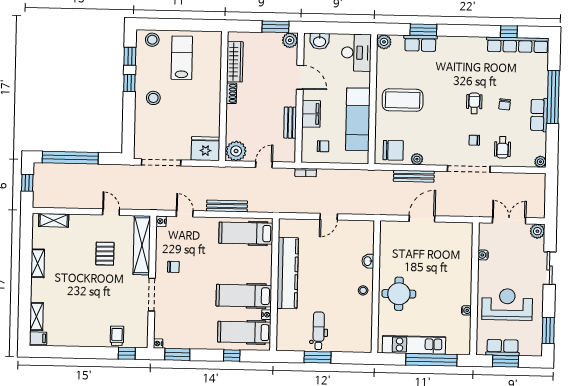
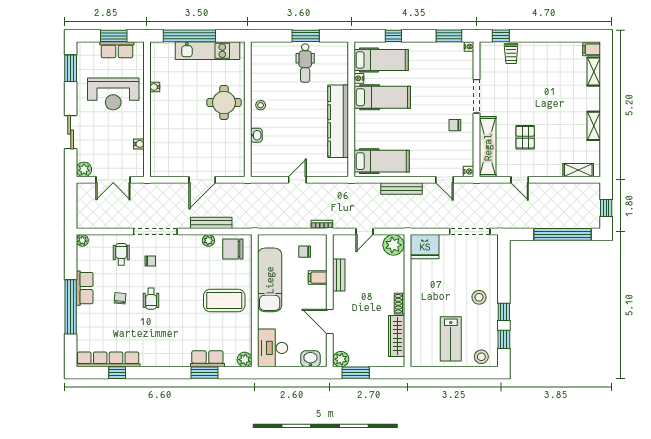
filing cabinet: (311, 114) -> (318, 278), width x0.50

